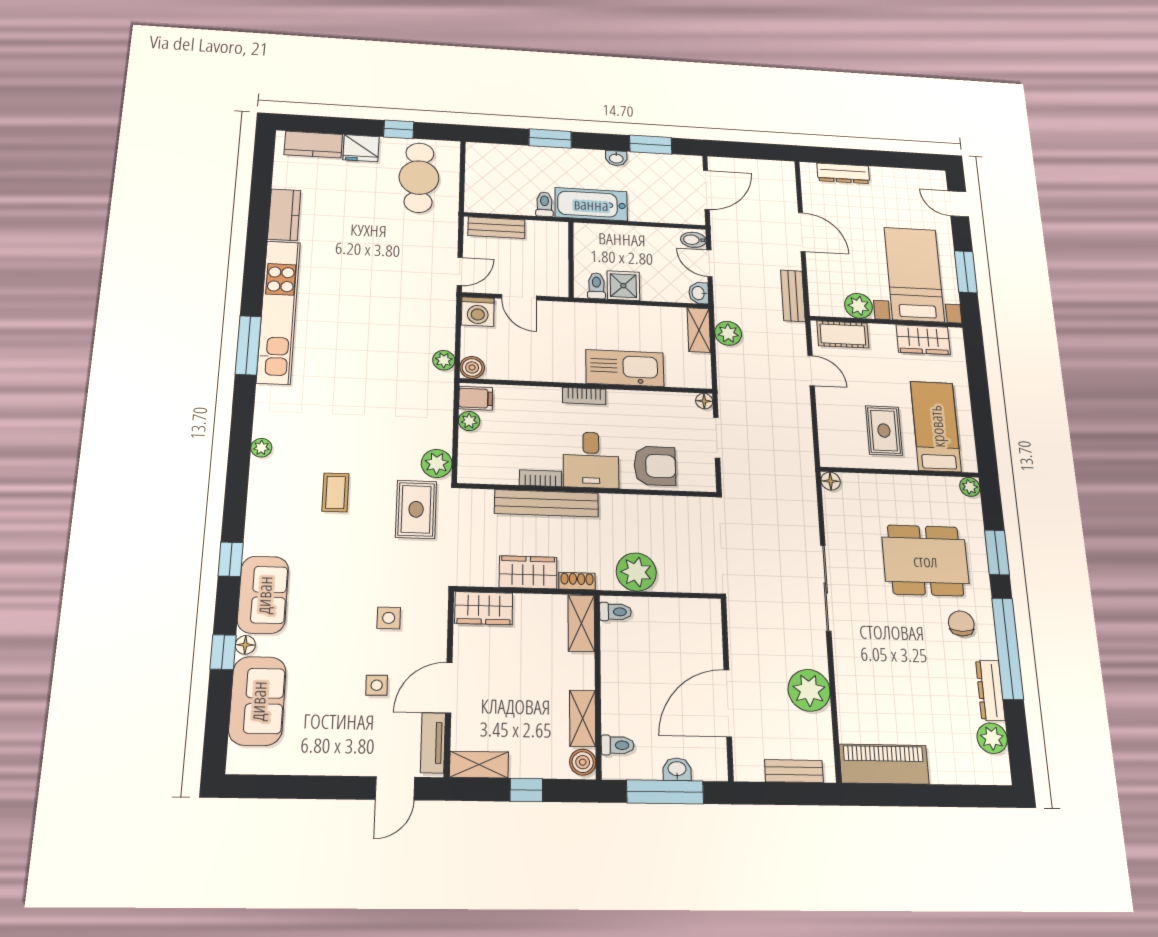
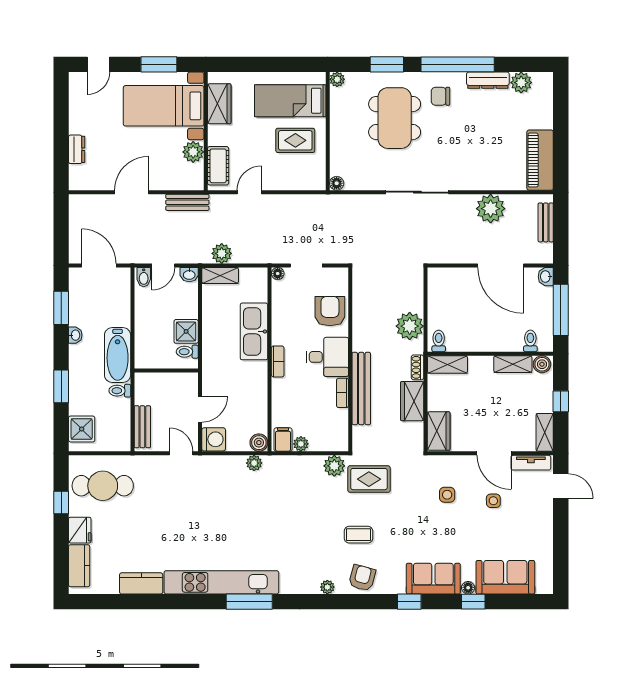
shower: (495, 158) -> (82, 429), added
dresser: (843, 173) -> (77, 149), width x0.70
armchair: (271, 495) -> (362, 578), added
washbasin: (677, 769) -> (546, 277), moved

